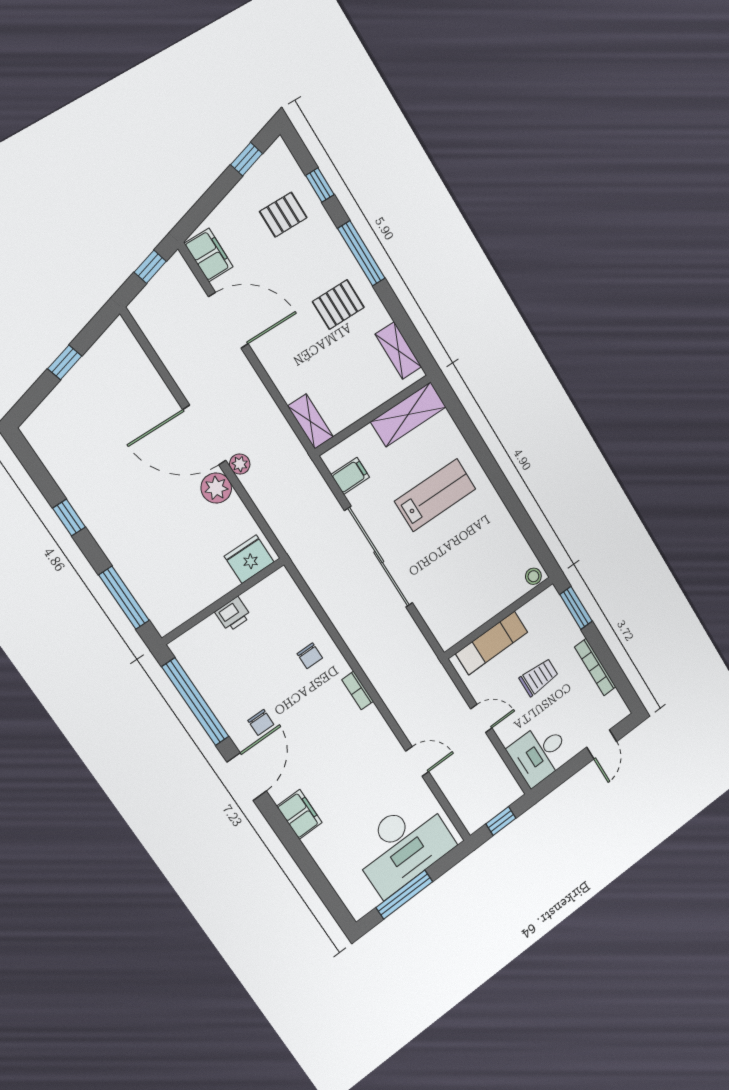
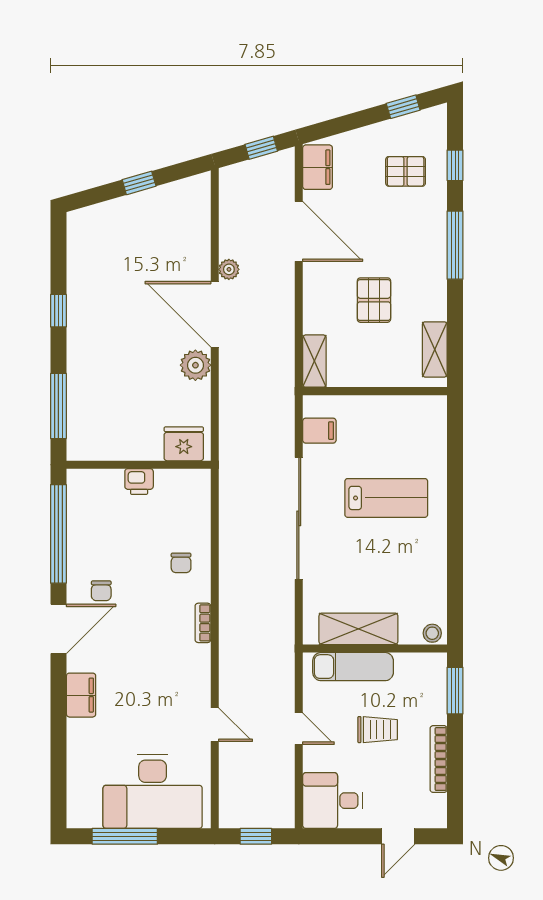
pallet: (338, 304) -> (374, 300), moved, turned 90
shelving: (408, 414) -> (358, 629), moved
plant: (240, 464) -> (229, 269), moved

